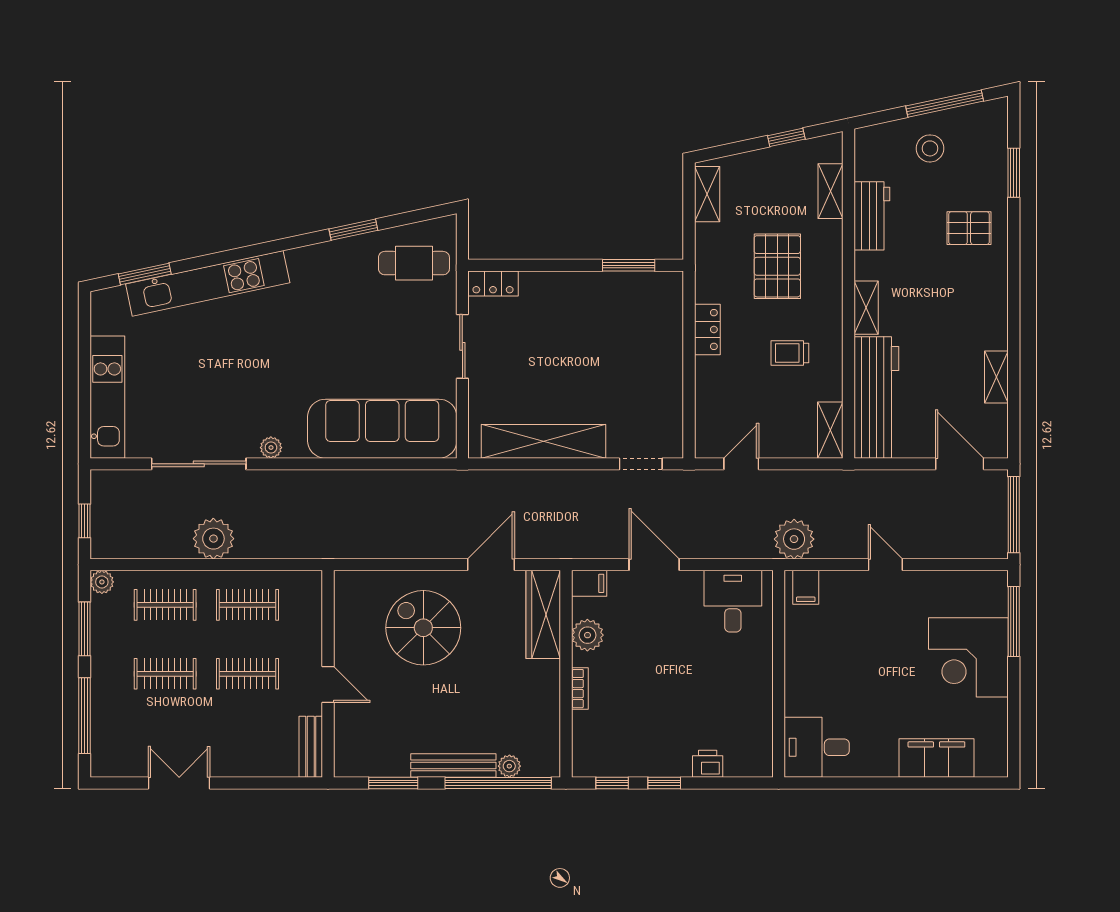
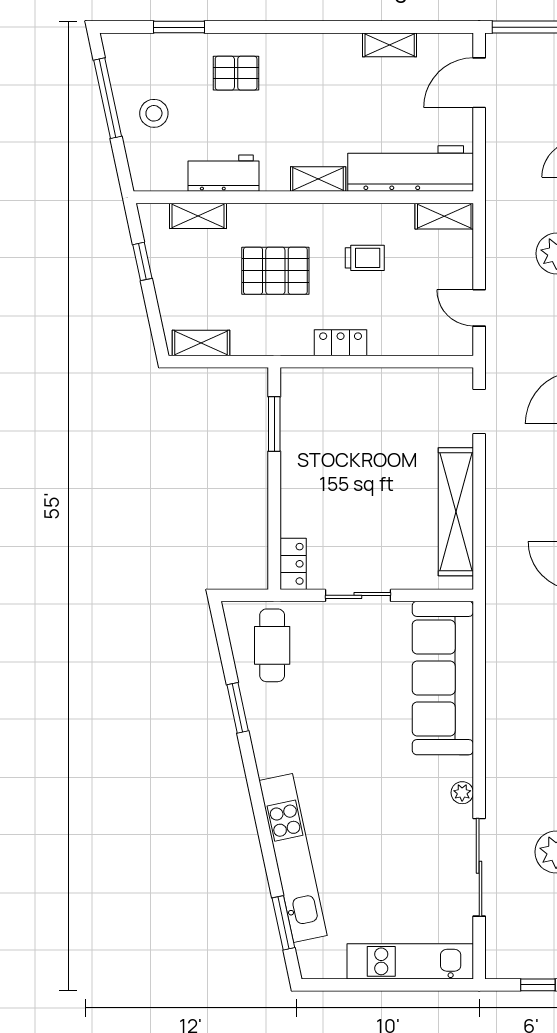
pallet: (969, 228) -> (236, 73), turned 90
trolley: (790, 353) -> (365, 258), turned -90

